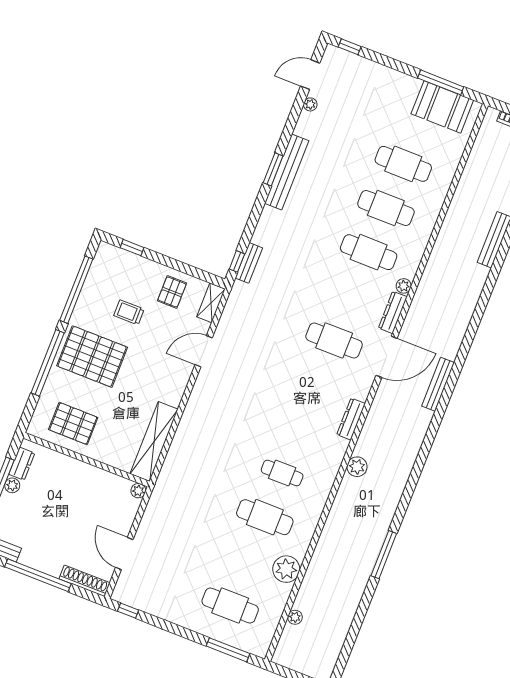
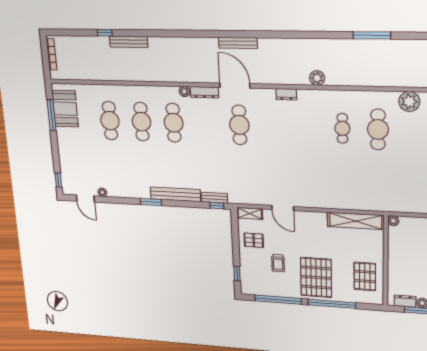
bench: (287, 172) -> (175, 194), moved
dresser: (351, 419) -> (286, 94), width x0.70

